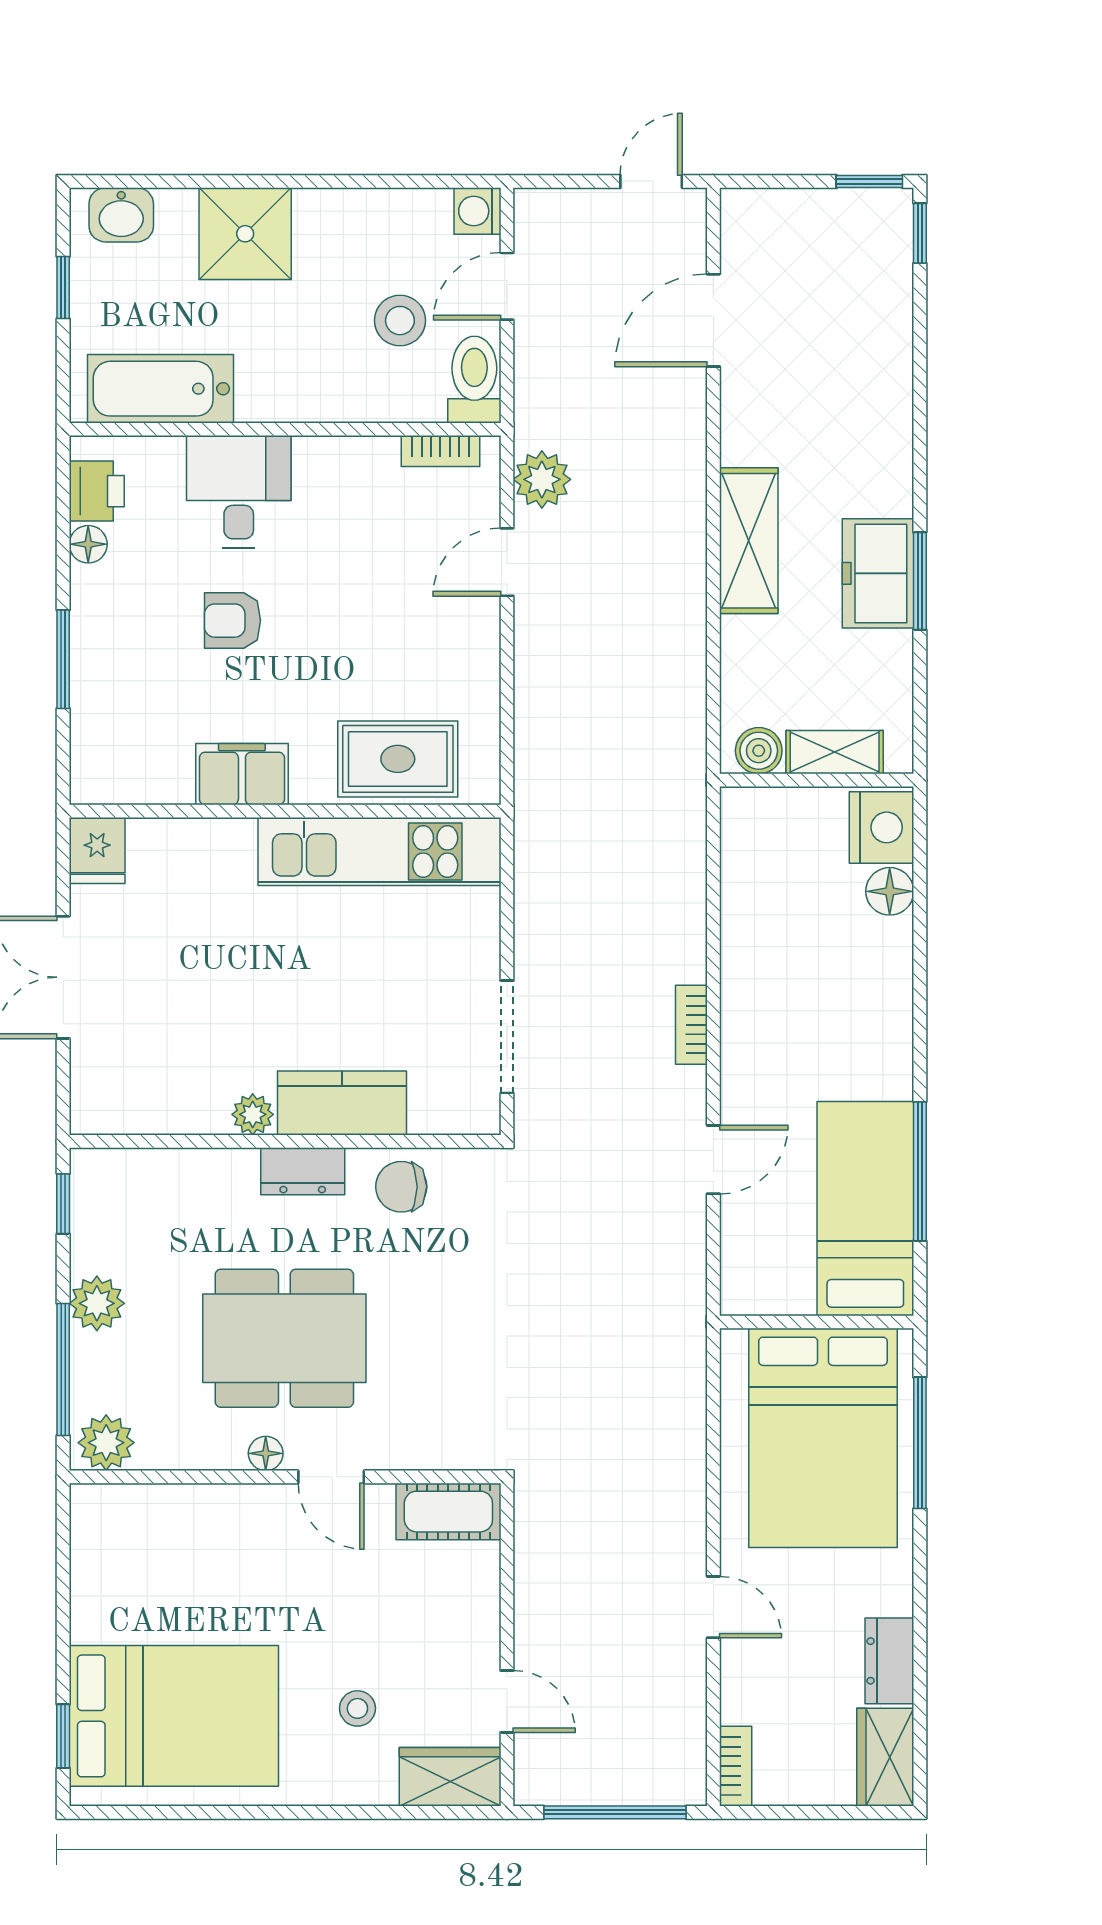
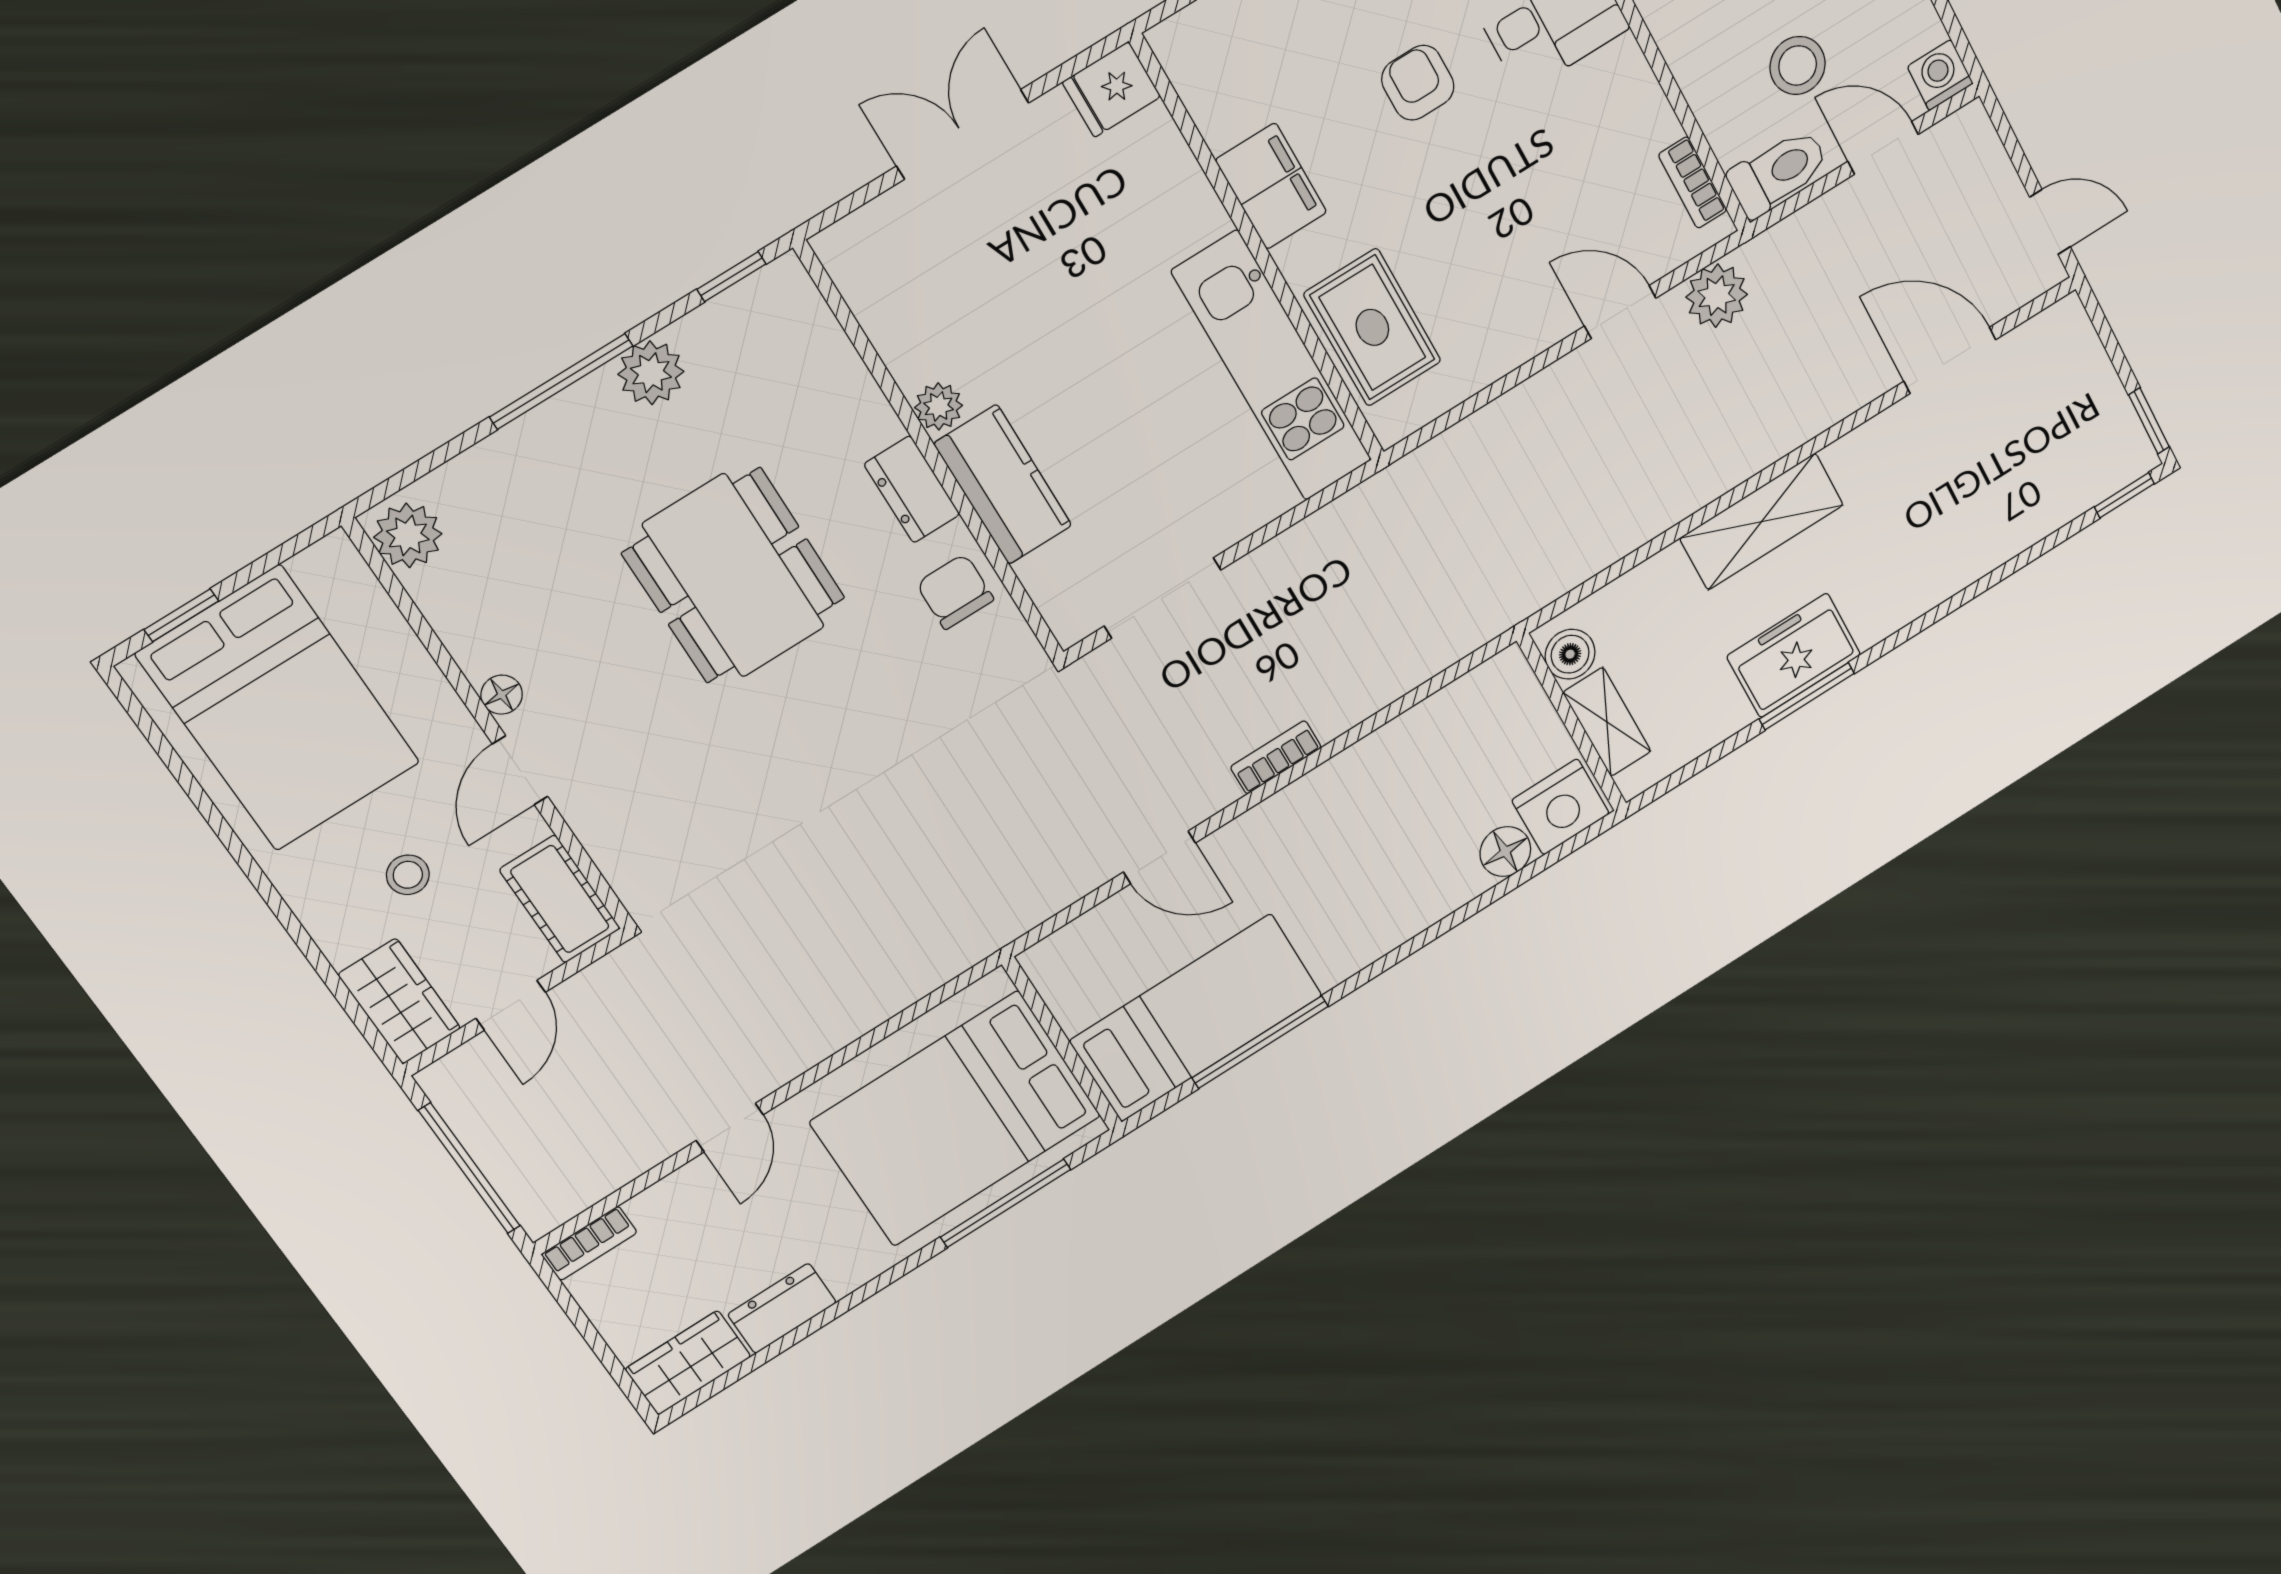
plant: (106, 1443) -> (408, 535), moved
floor lamp: (266, 1453) -> (502, 695), moved
wall: (285, 1477) -> (490, 727), moved
door: (331, 1477) -> (520, 770), moved
cot: (448, 1512) -> (560, 899), moved

